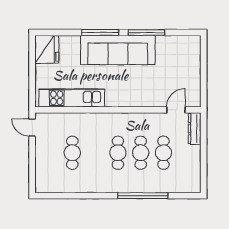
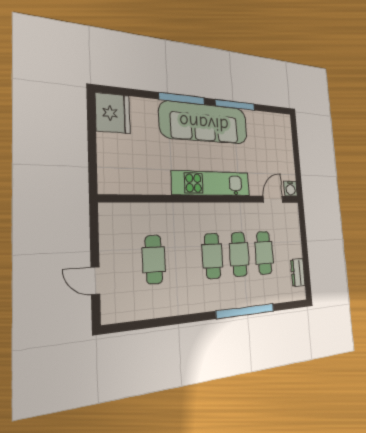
kitchen unit: (72, 98) -> (212, 183), moved
water cooler: (194, 101) -> (291, 189), added
door: (32, 128) -> (95, 281), moved
dresser: (195, 129) -> (298, 273), moved, width x0.70

